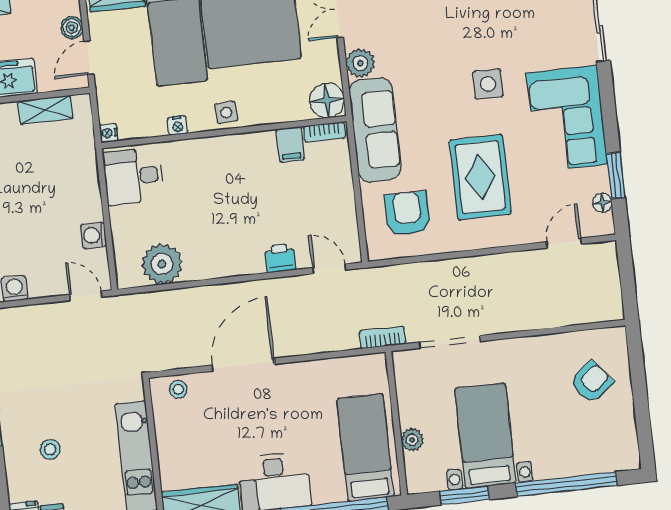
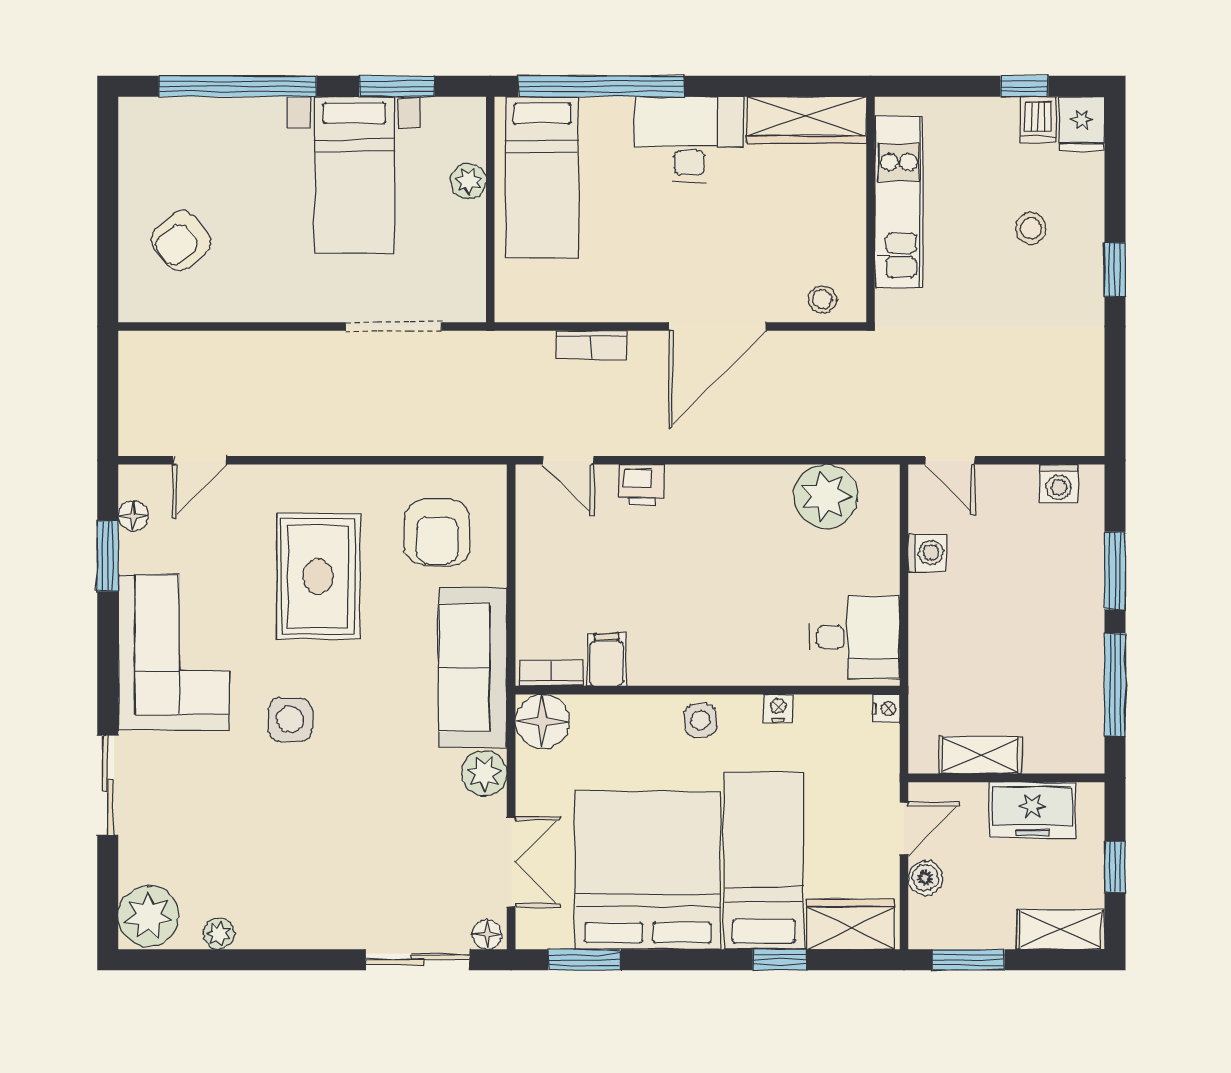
bookcase: (382, 338) -> (591, 345), moved

